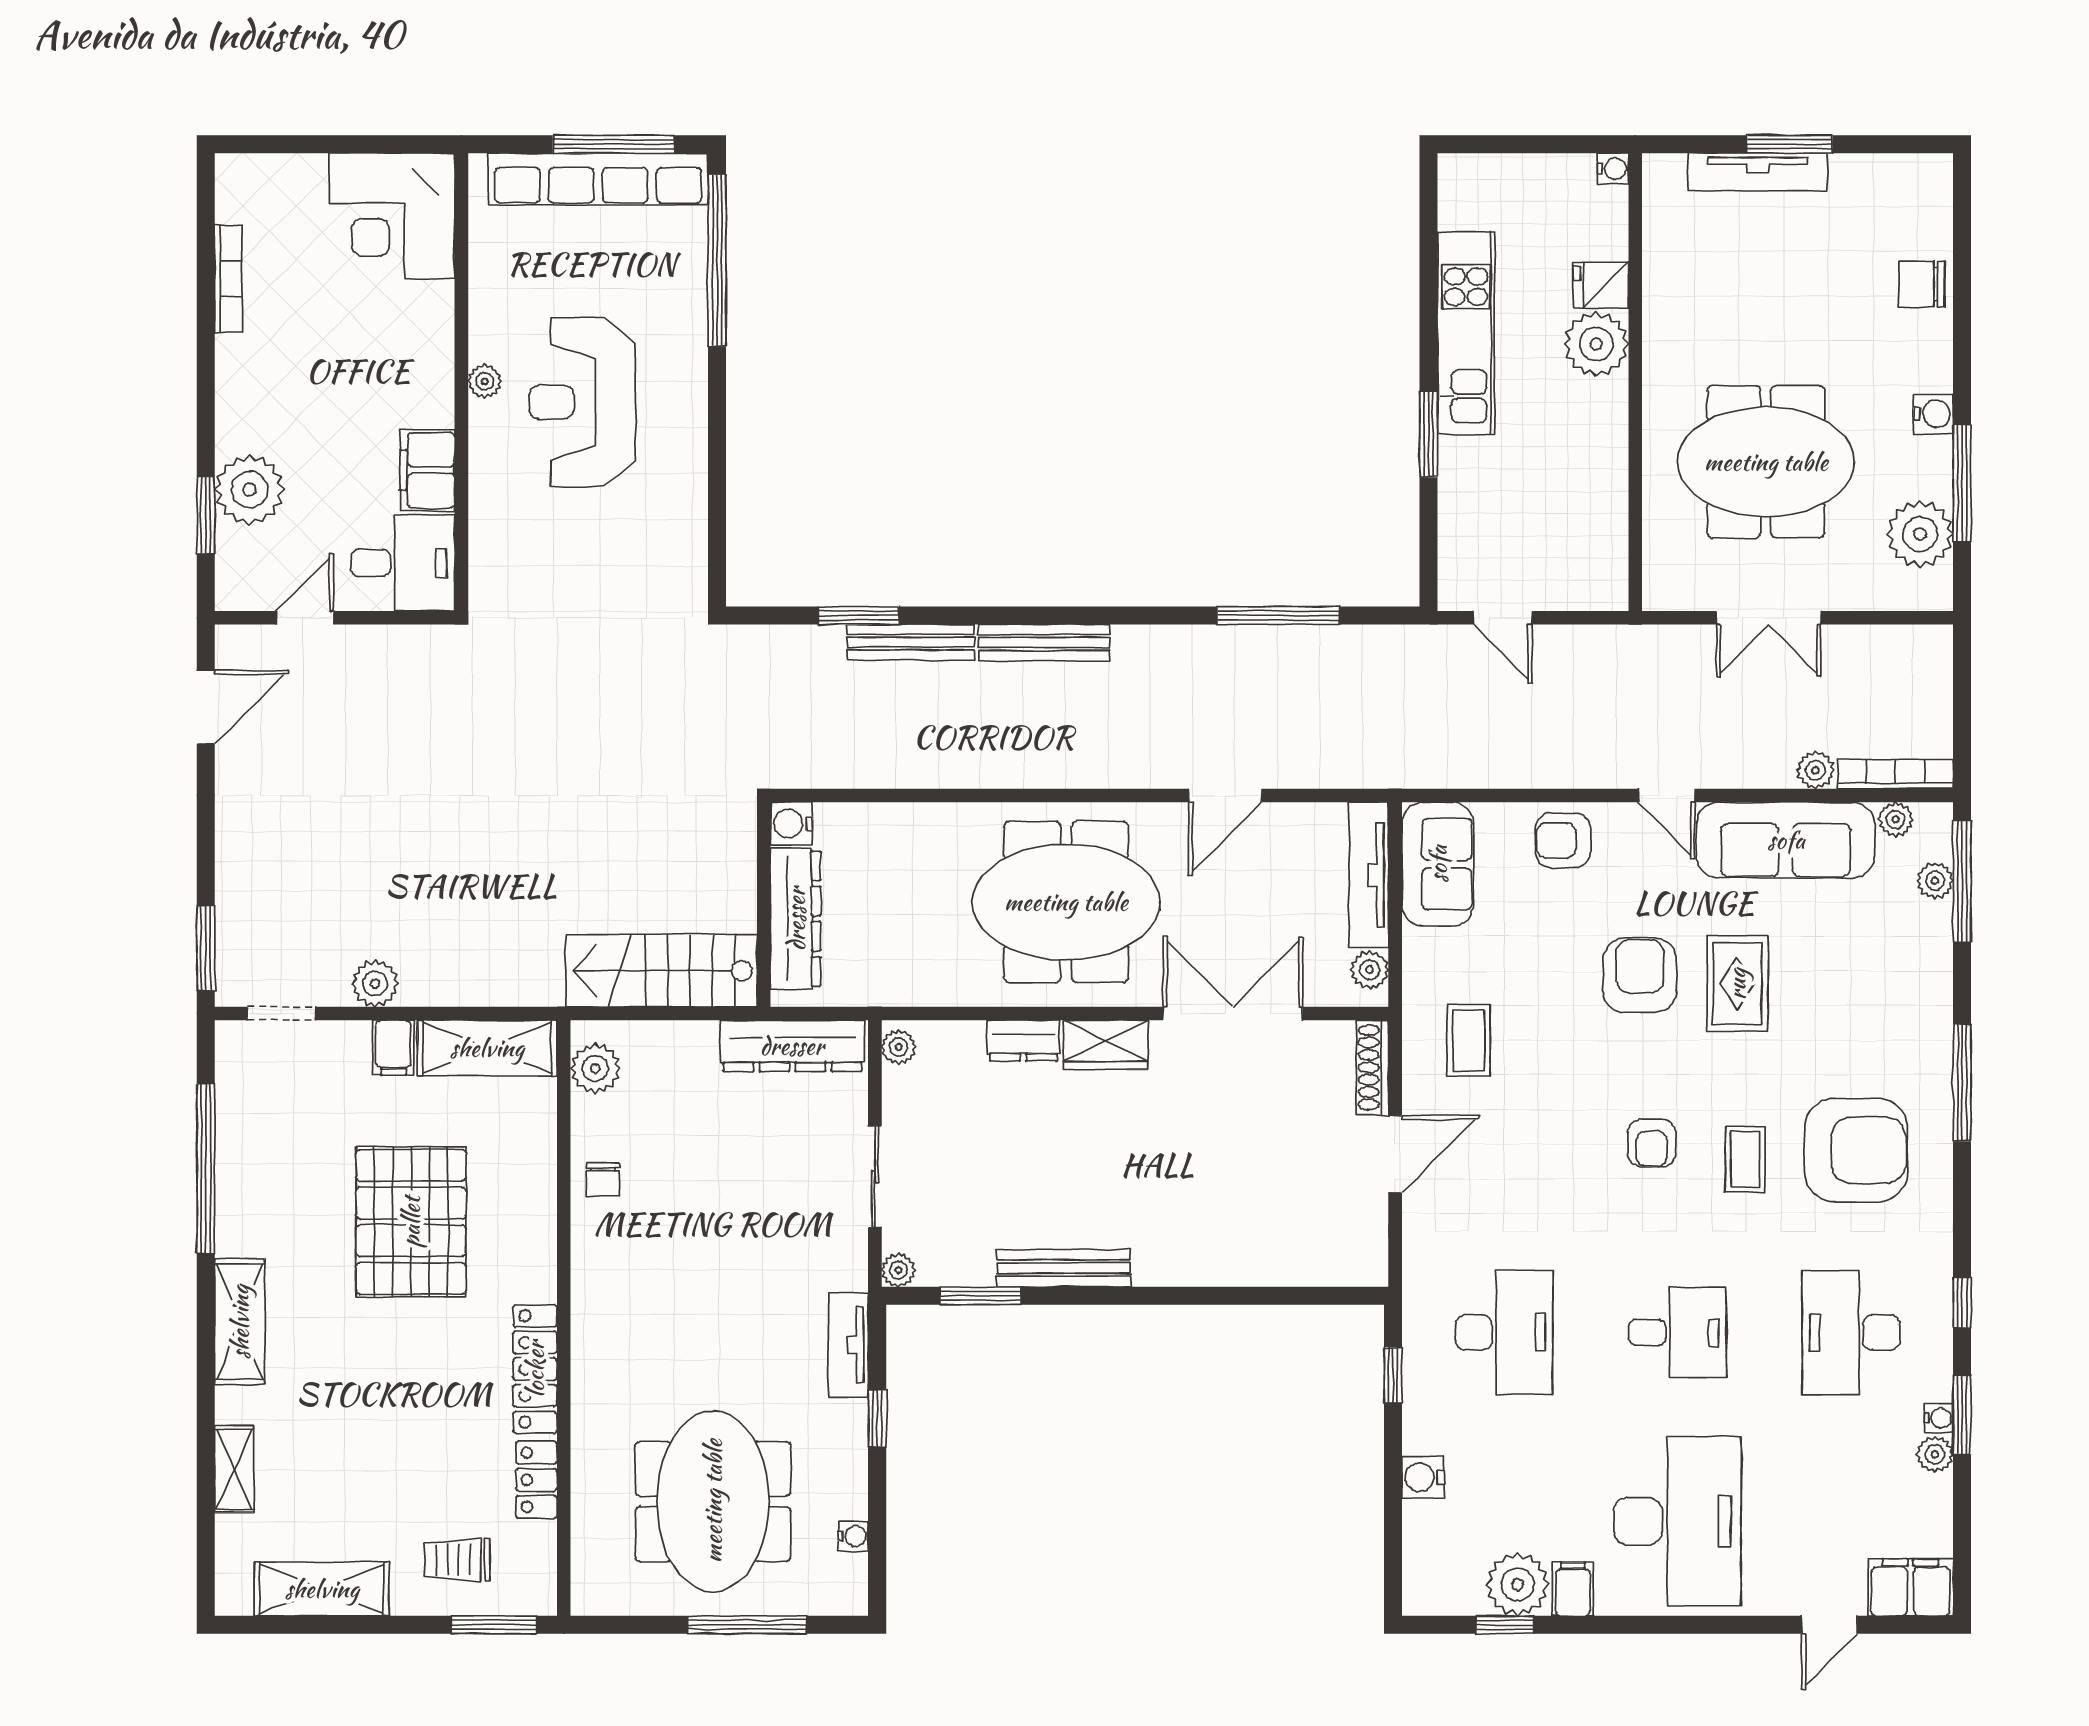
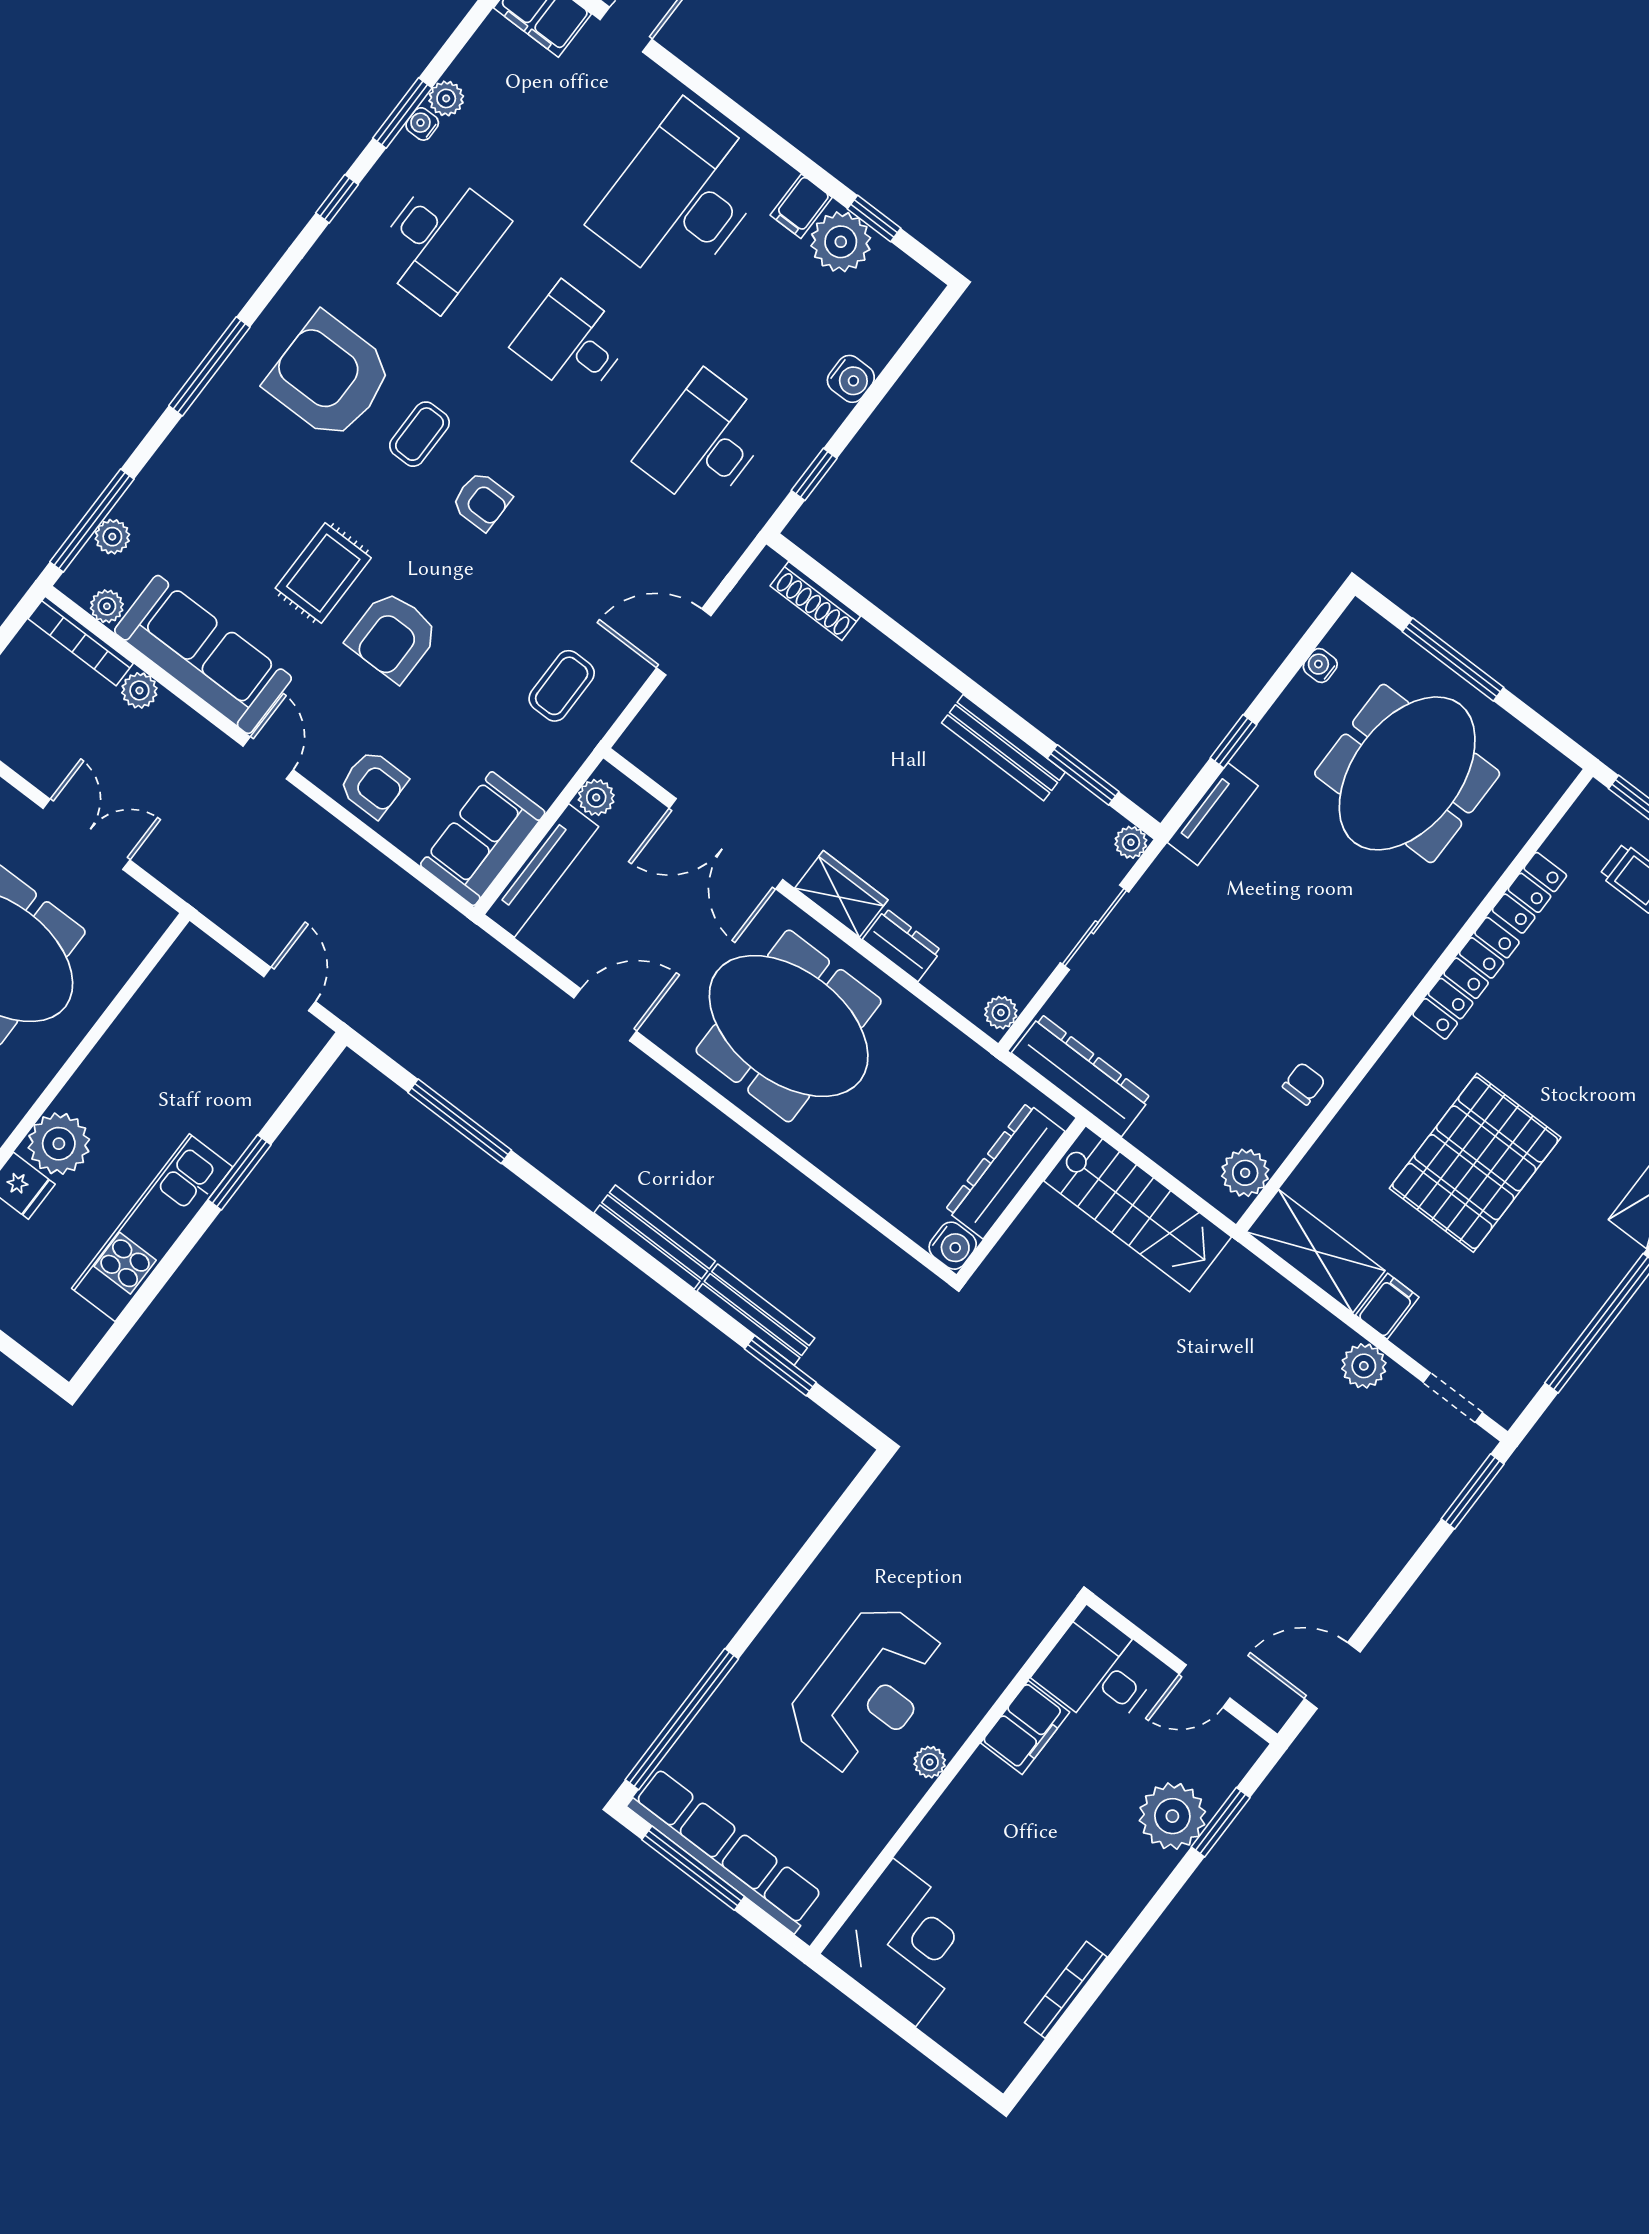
shoe rack: (1372, 1067) -> (815, 601), moved, turned 90
armchair: (1652, 1143) -> (482, 501), turned 90

